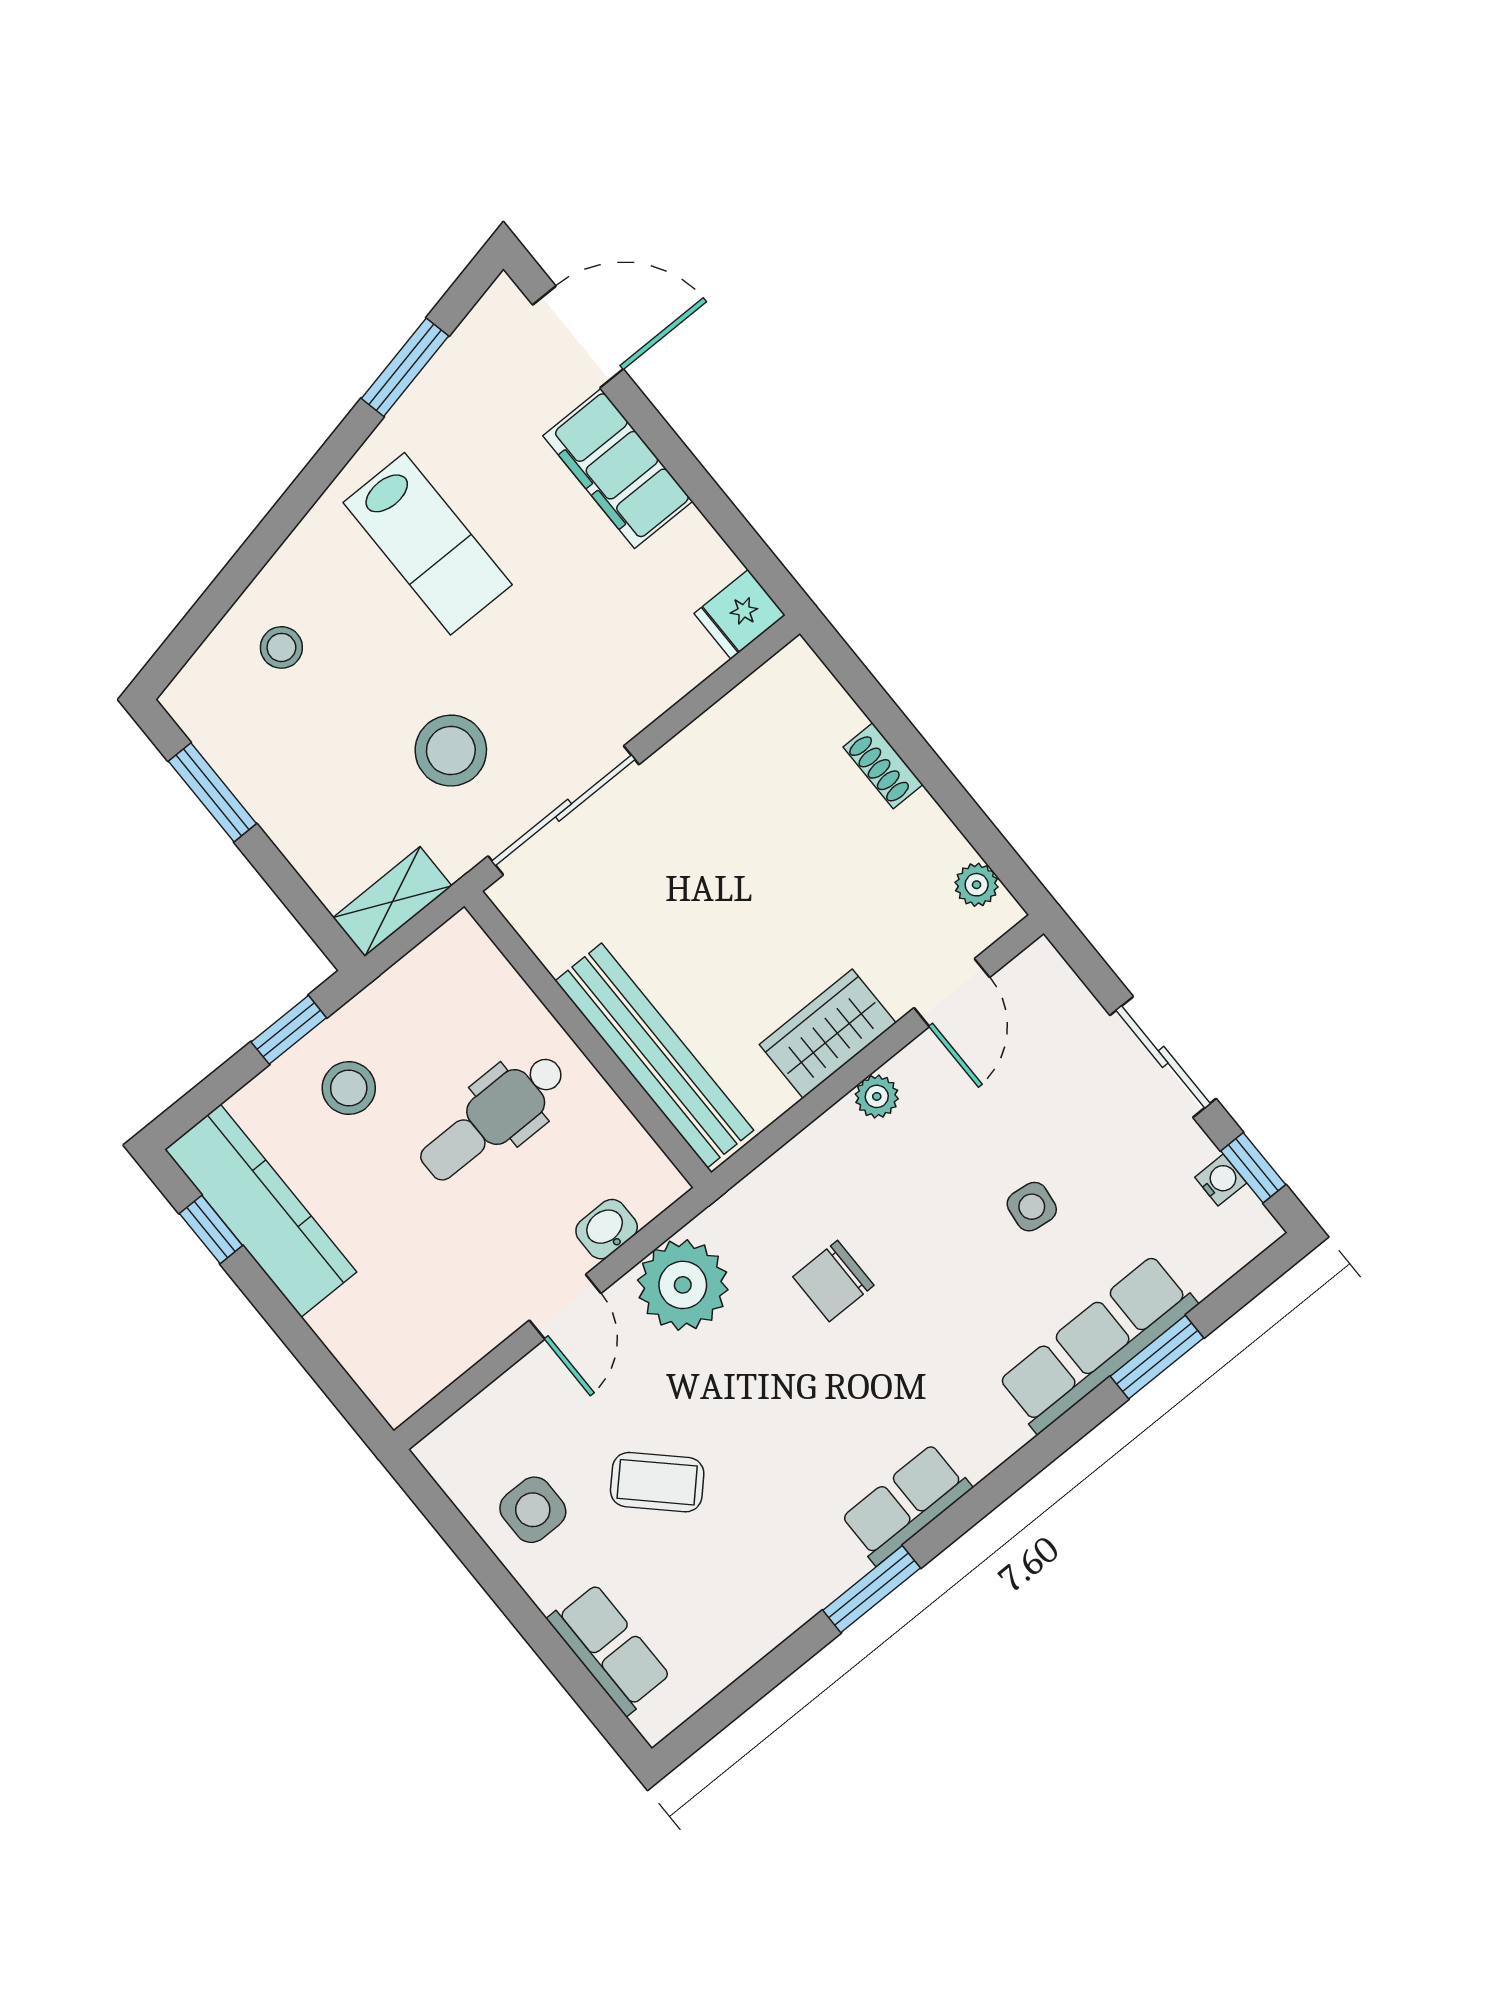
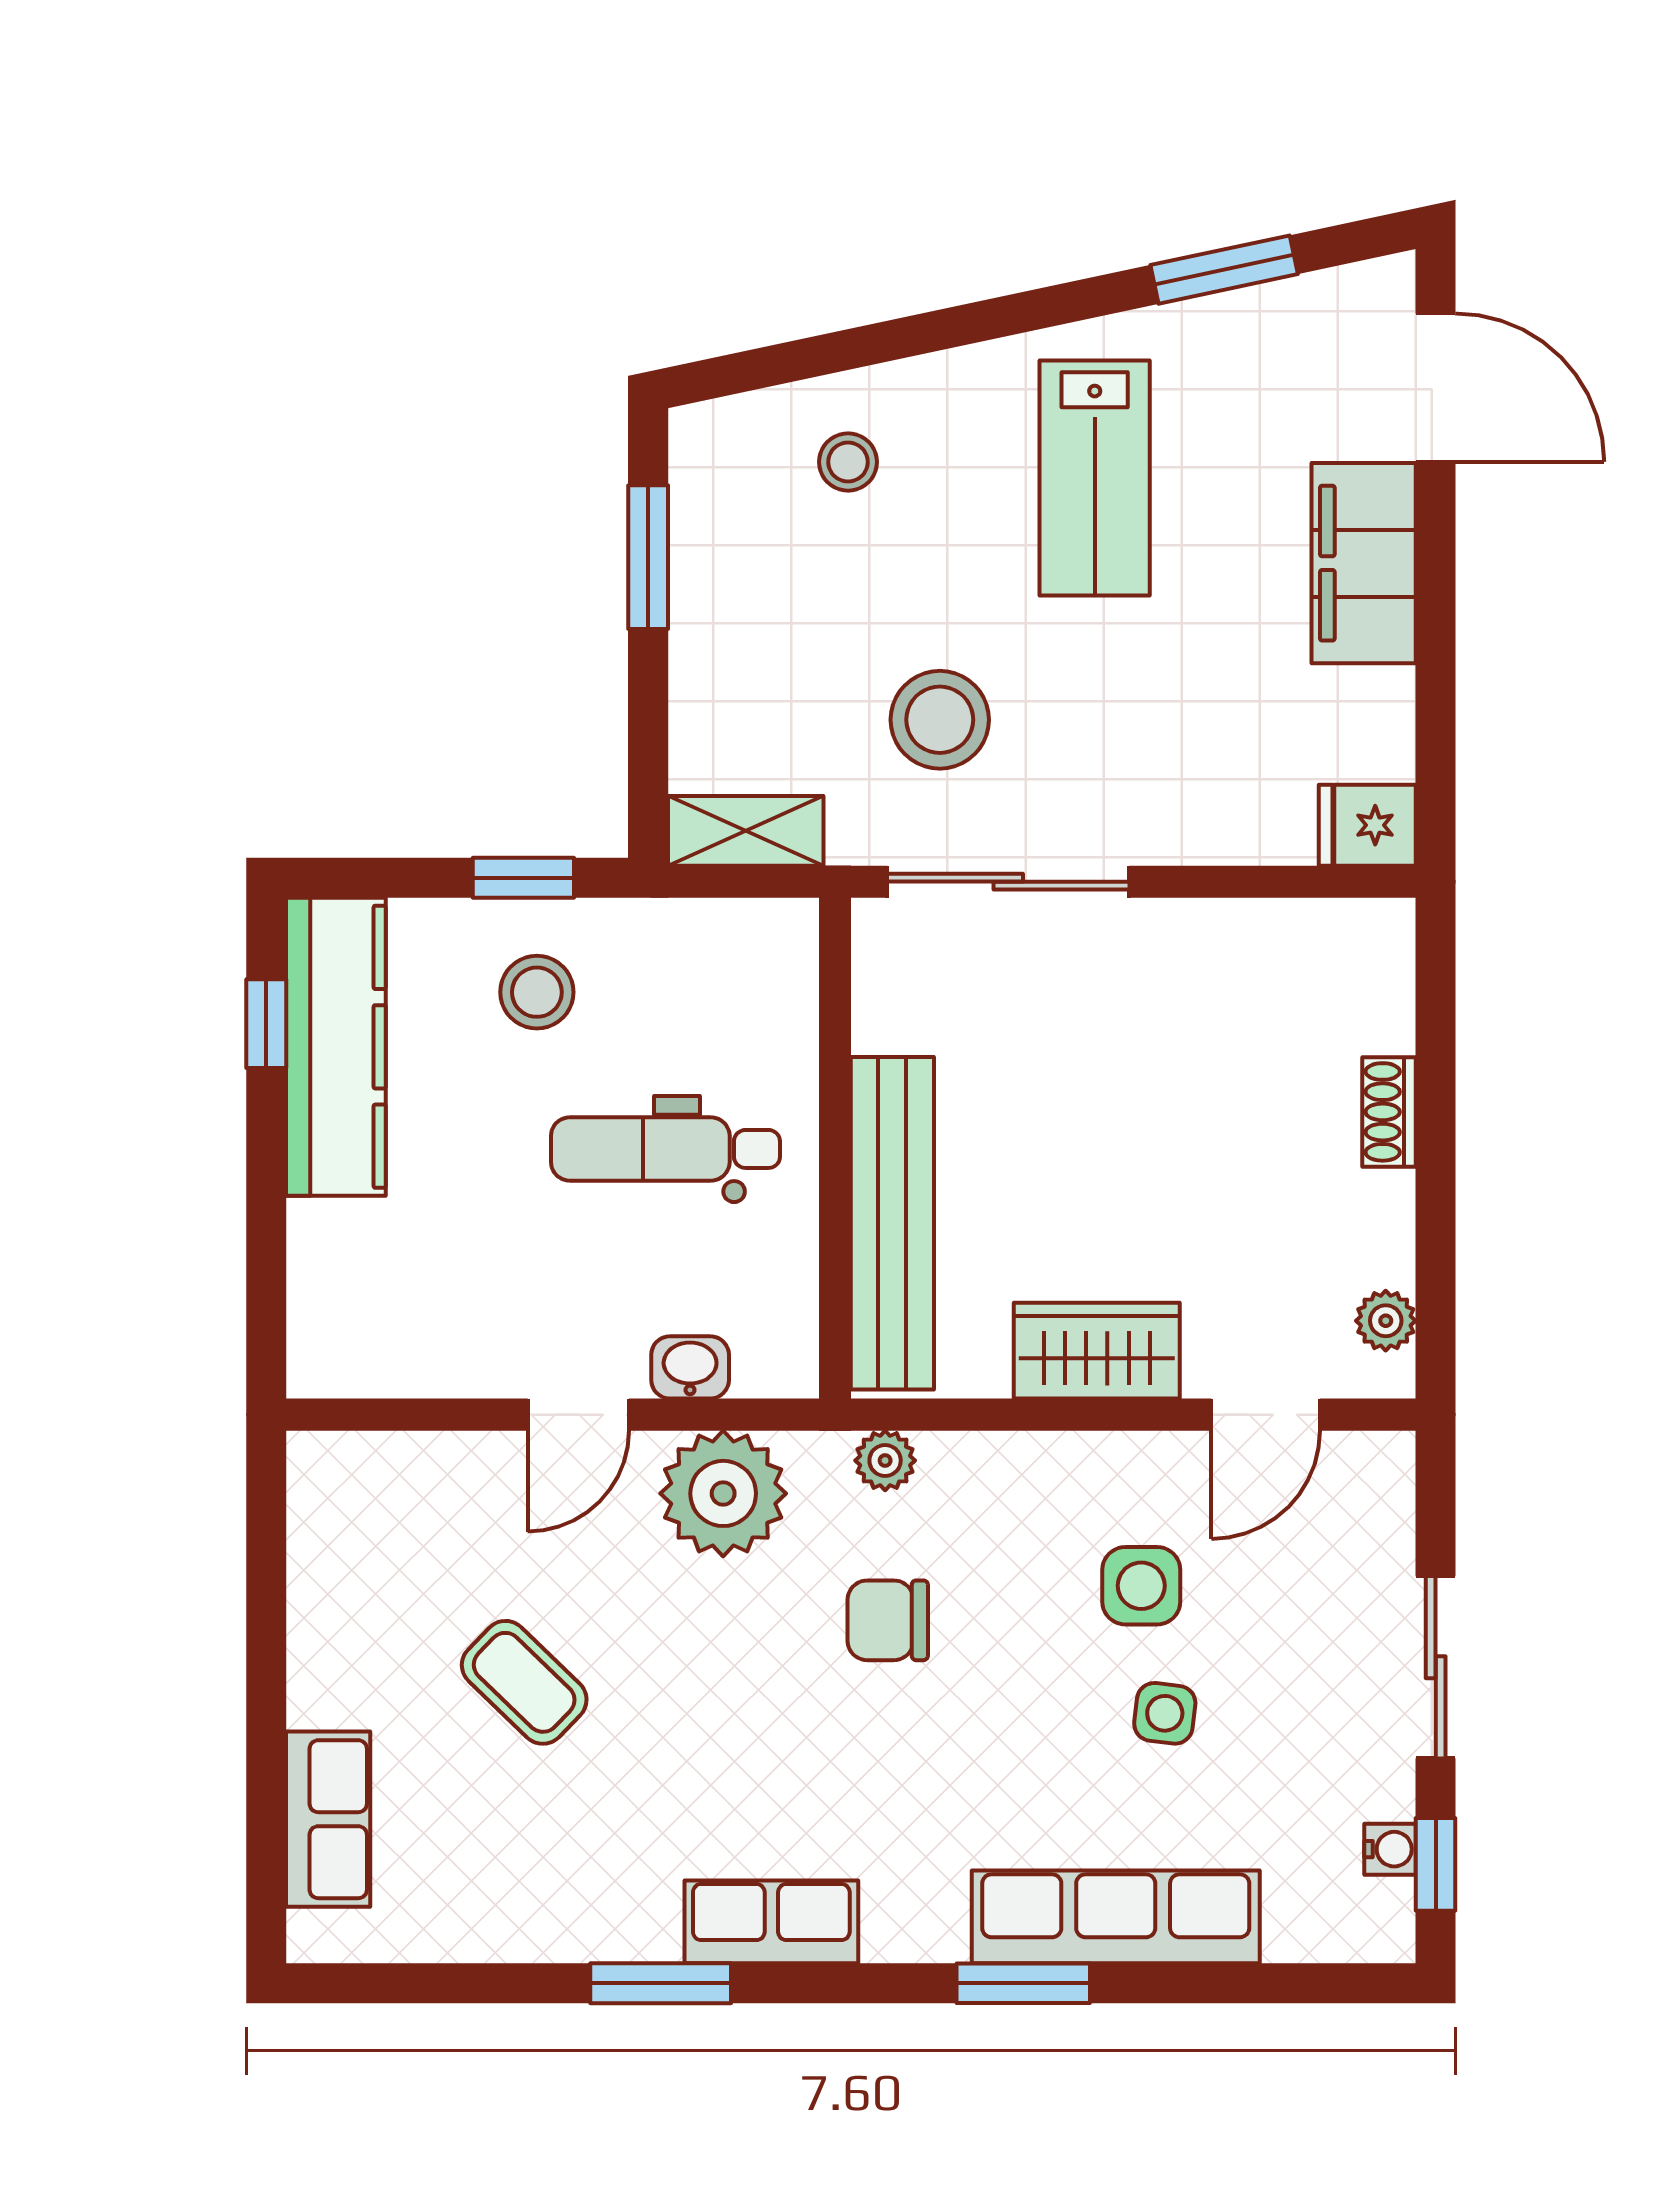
plant: (877, 1096) -> (885, 1460), moved
window: (1157, 1357) -> (1023, 1983), moved
side table: (533, 1510) -> (1141, 1586), moved

